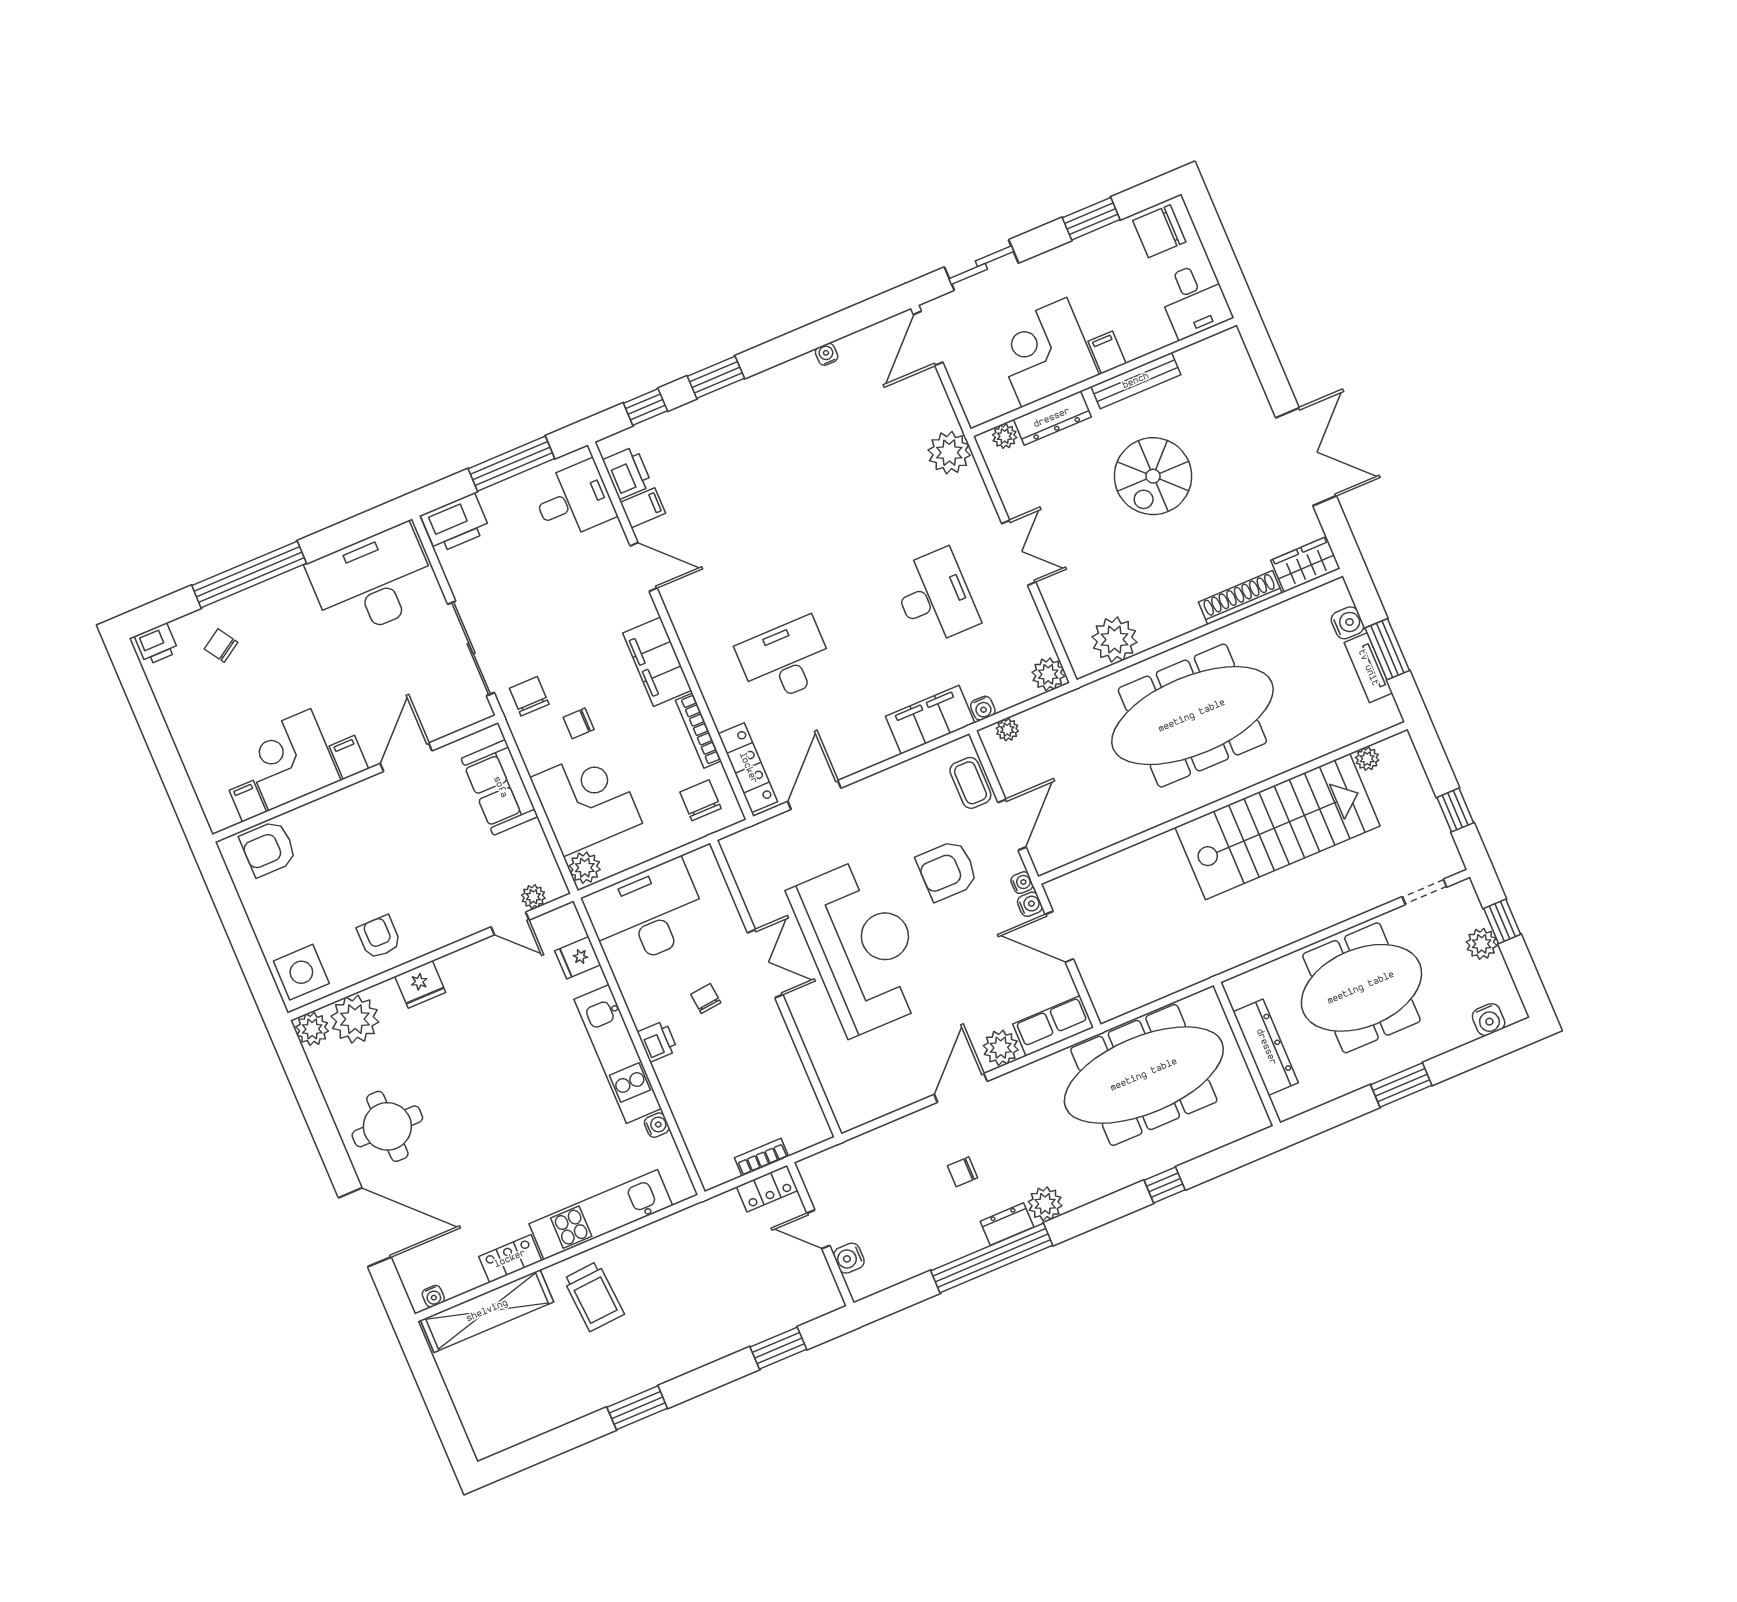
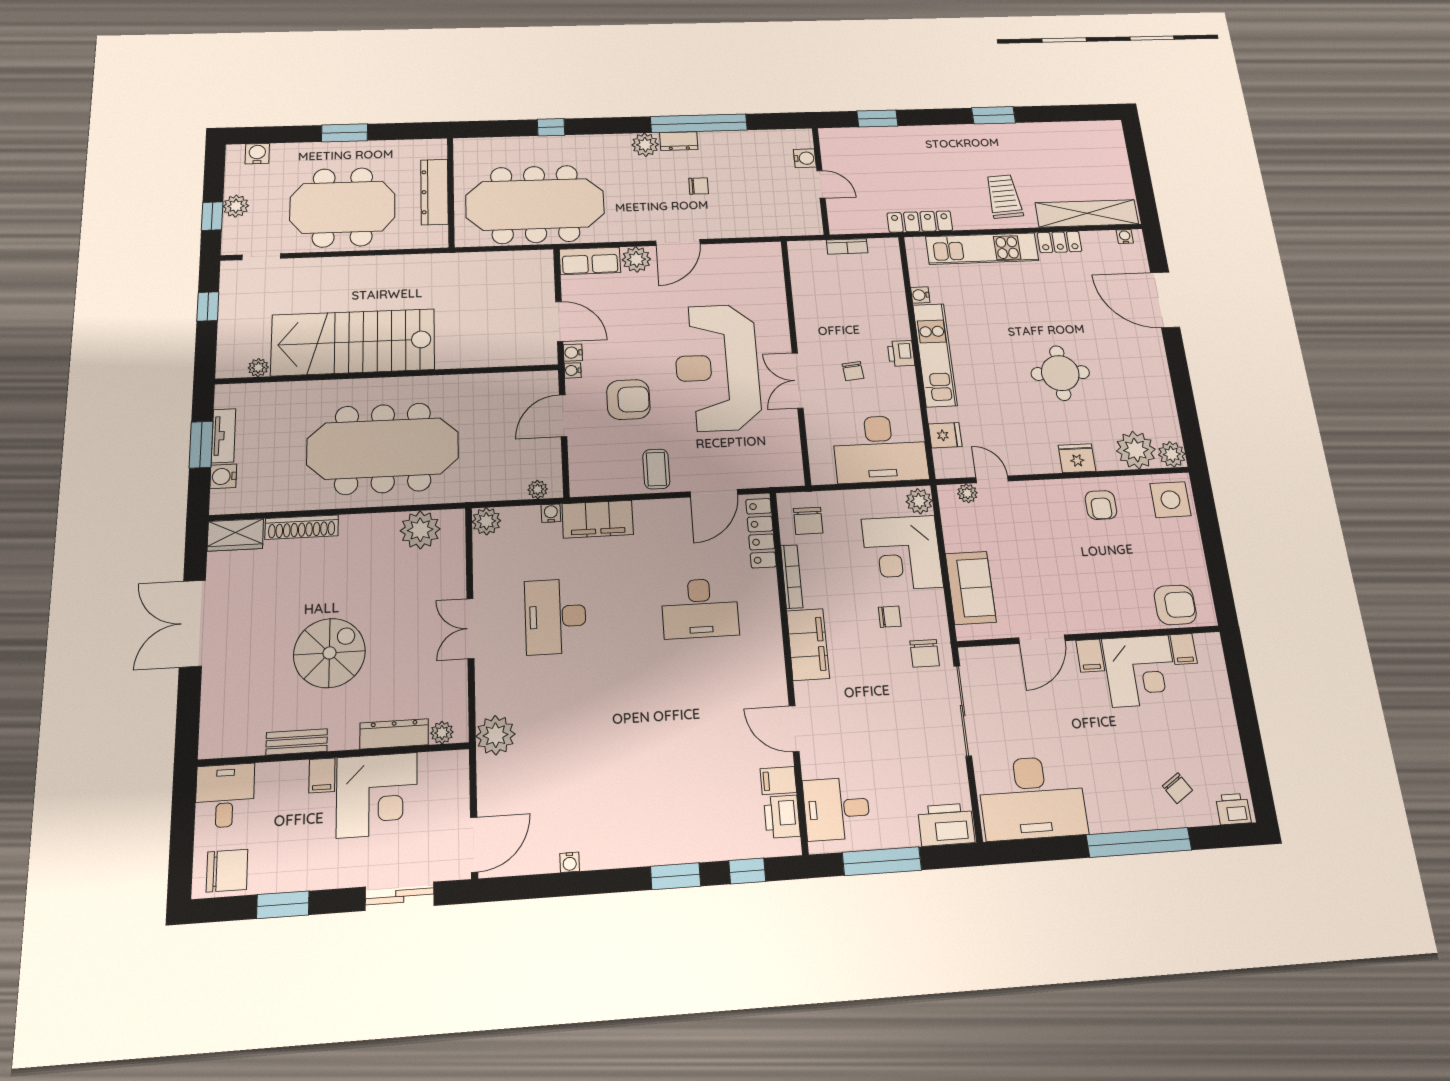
bench: (1136, 381) -> (297, 742), width x0.73
coffee table: (970, 783) -> (656, 469), moved
round table: (387, 1126) -> (1060, 373), moved
locker: (767, 1189) -> (920, 222), moved, width x1.53

